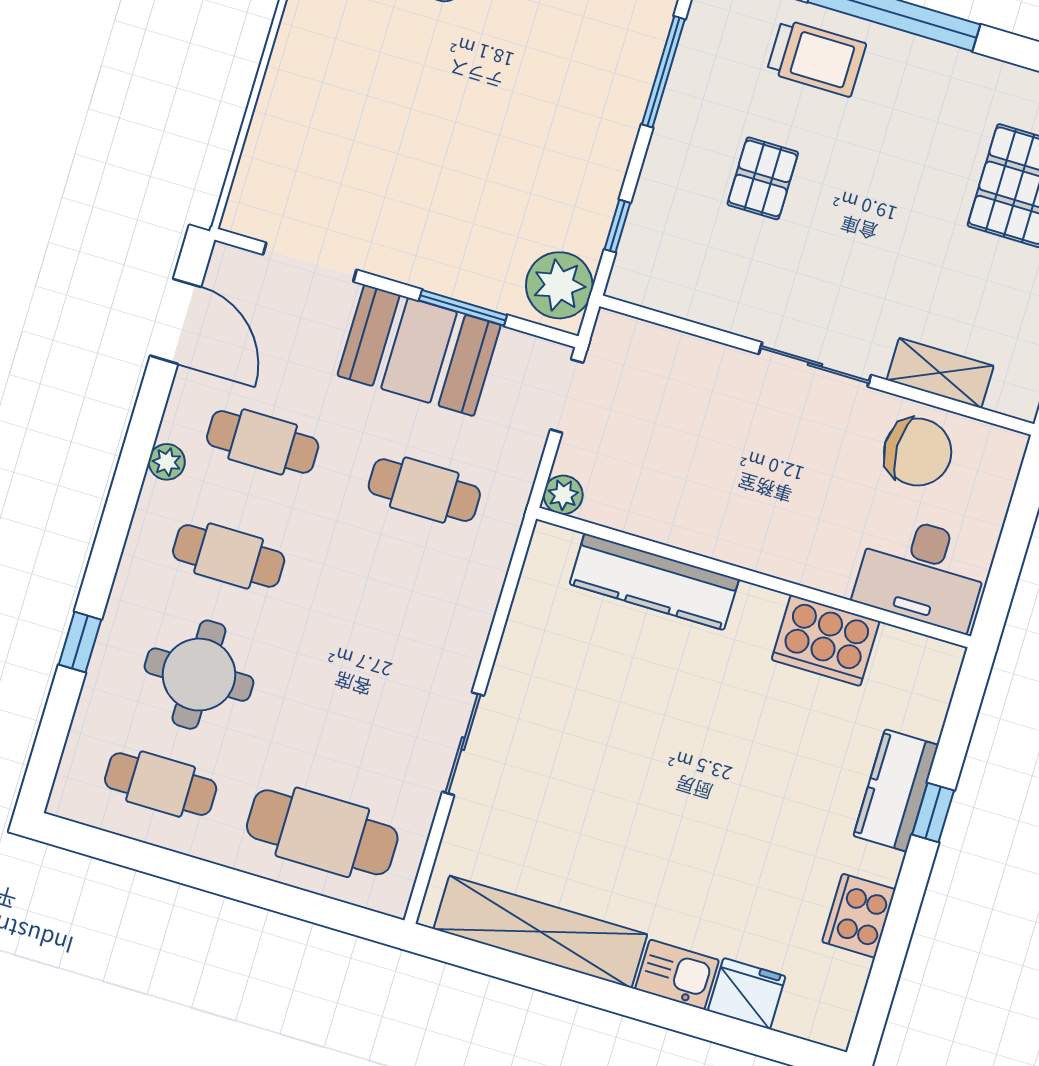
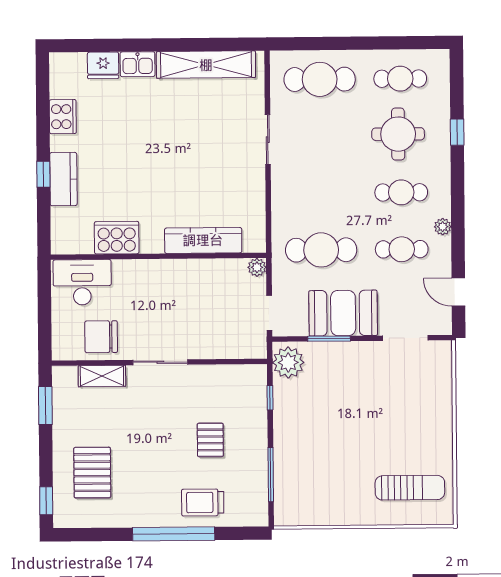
door: (176, 321) -> (458, 292), width x0.73
cafe table: (424, 490) -> (321, 250), width x1.37, depth x1.35

